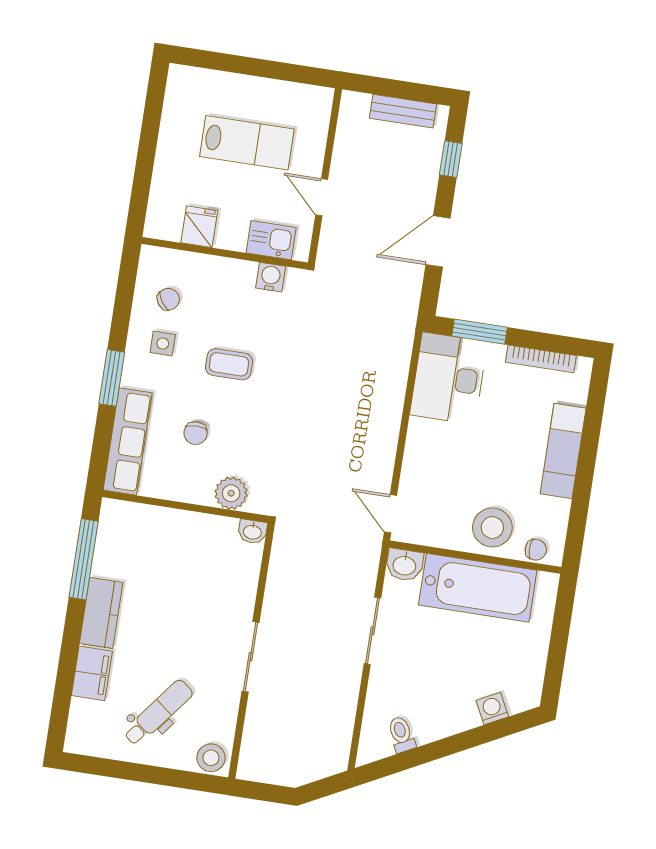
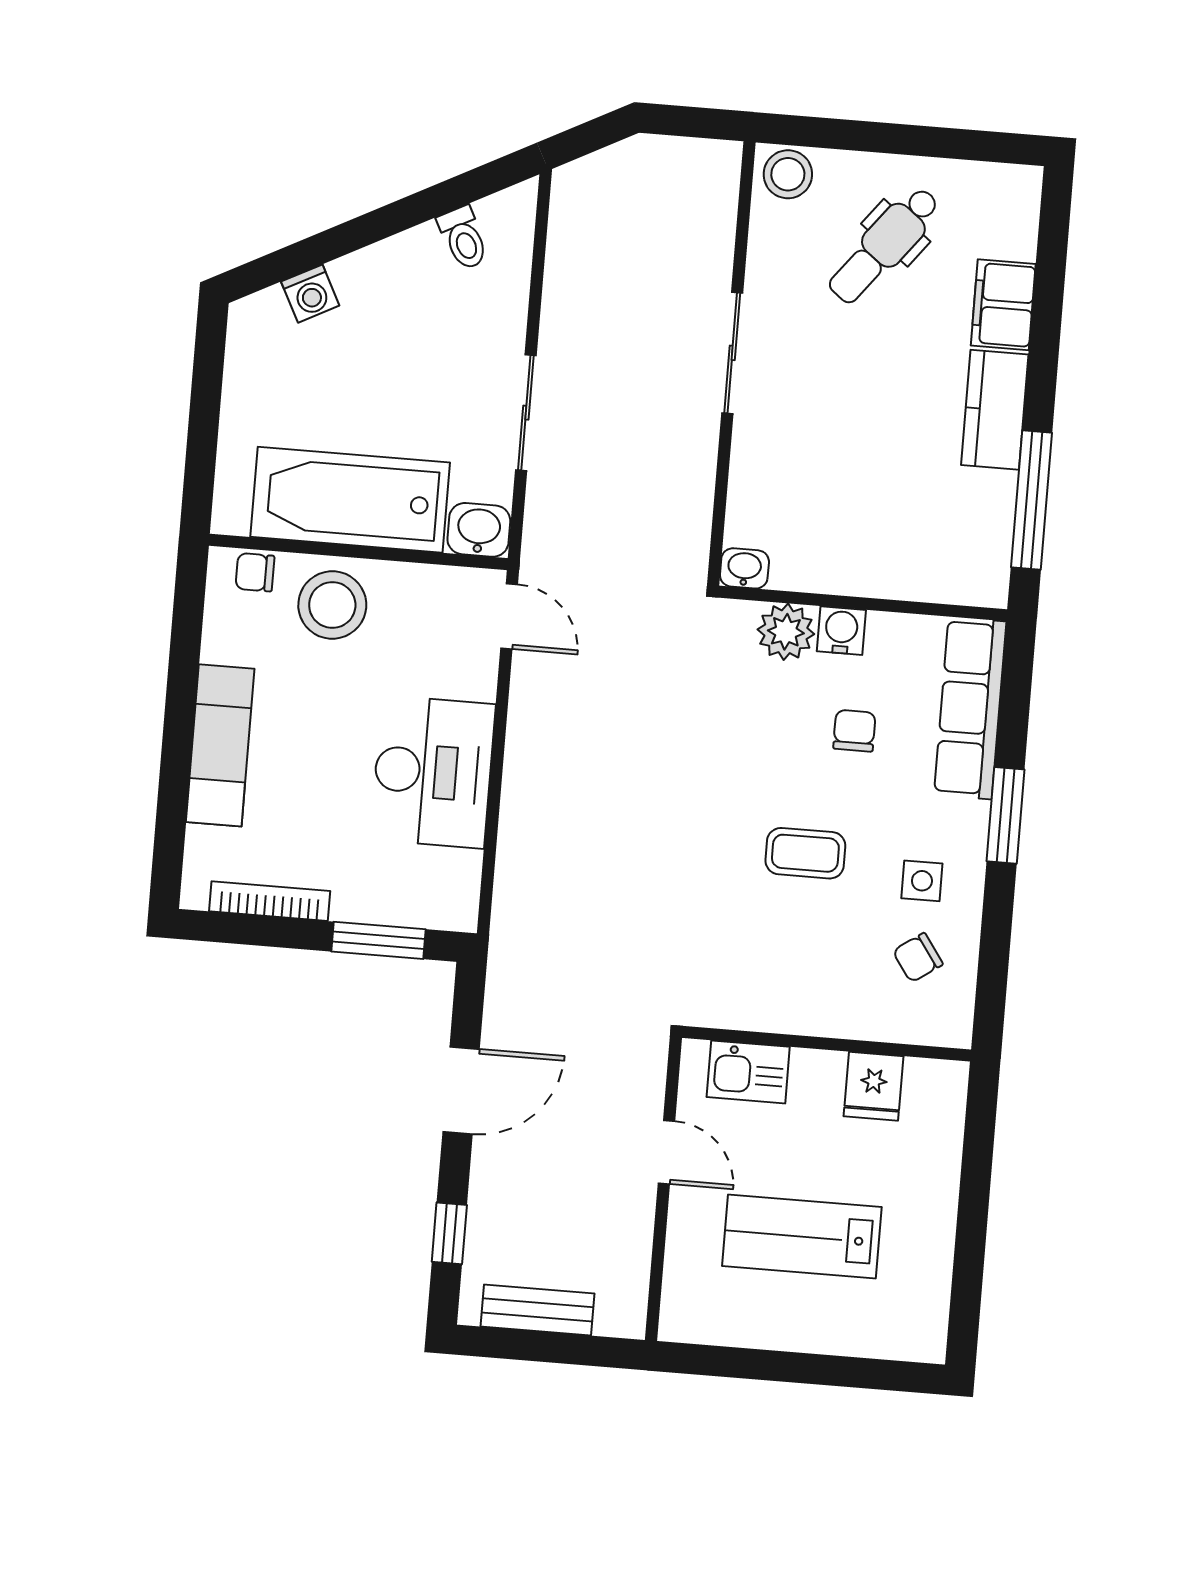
water cooler: (271, 277) -> (841, 631), moved, turned 180
desk: (449, 378) -> (433, 772), moved

